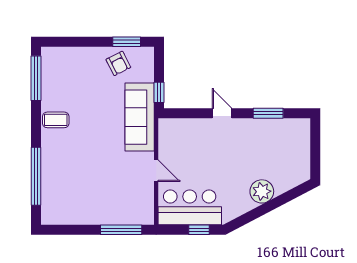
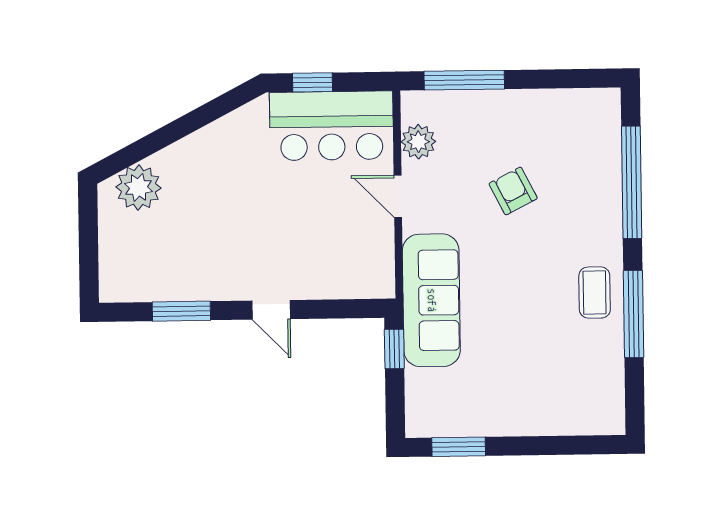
armchair: (118, 63) -> (513, 191), moved
window: (36, 78) -> (633, 314), moved
coffee table: (56, 120) -> (595, 293), turned 90
plant: (262, 191) -> (138, 187), moved
plant: (145, 199) -> (418, 142), added

